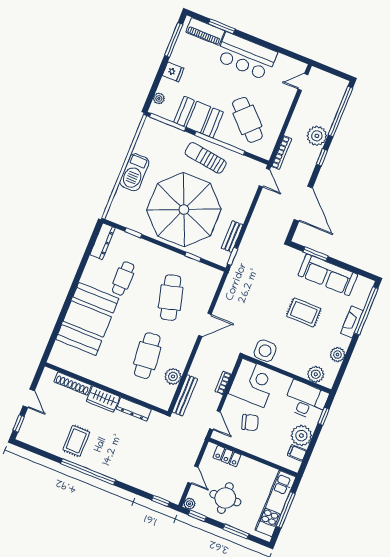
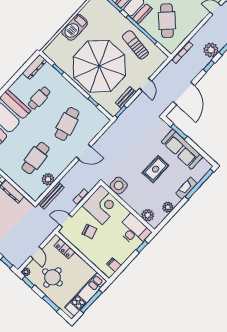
sun lounger: (206, 158) -> (135, 45), moved
door: (264, 178) -> (146, 85), moved
rug: (304, 312) -> (156, 169), turned 90
door: (215, 420) -> (66, 221), swing flipped
plant: (301, 436) -> (122, 254), removed

